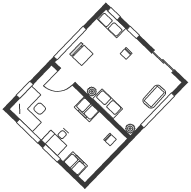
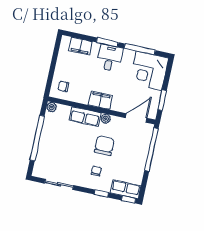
chair: (81, 54) -> (104, 146), moved, turned 90
window: (25, 90) -> (162, 100), moved
coffee table: (154, 97) -> (48, 148), removed

